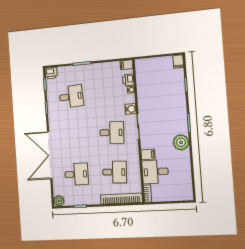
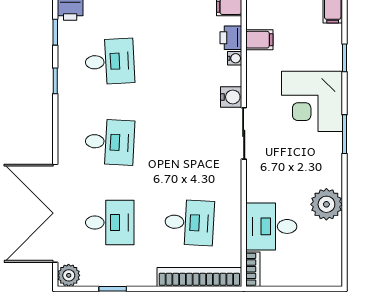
corner desk: (171, 108) -> (312, 101), added
desk: (112, 133) -> (110, 142), moved
plant: (181, 142) -> (326, 204), moved
filing cabinet: (148, 154) -> (259, 40), moved
double door: (50, 155) -> (55, 213), moved

